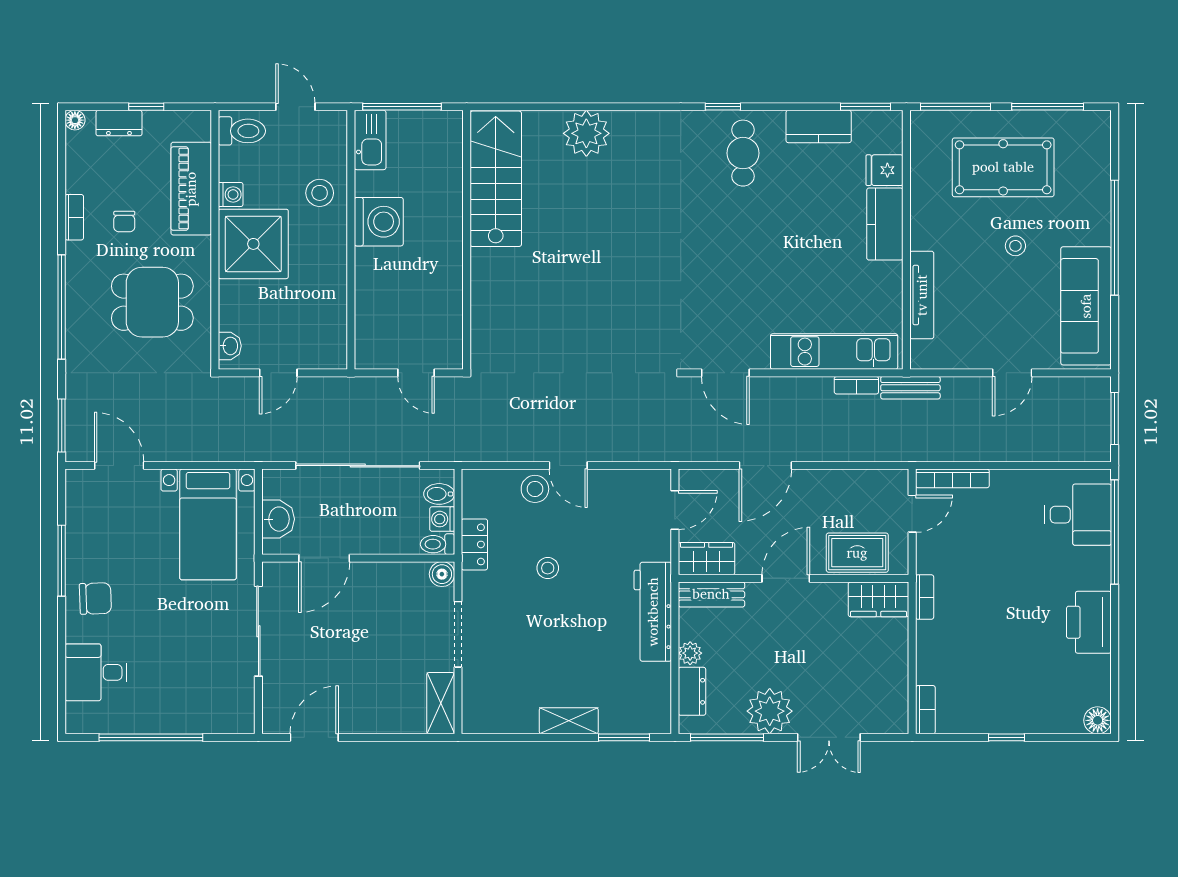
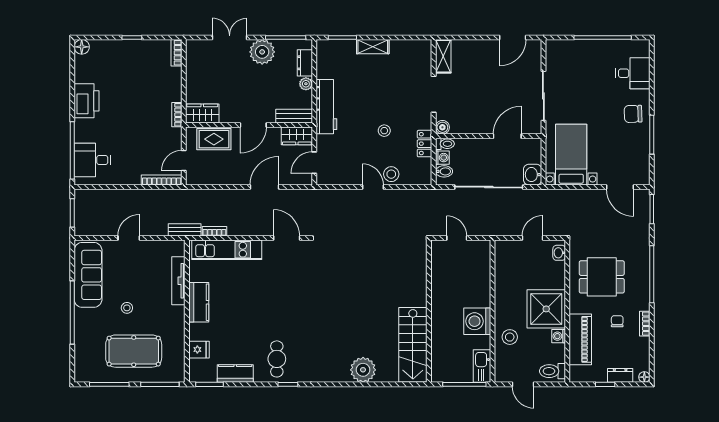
kitchen counter: (885, 224) -> (199, 302), moved
washbasin: (278, 519) -> (533, 175), moved

